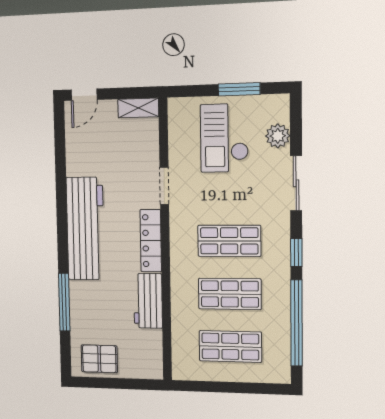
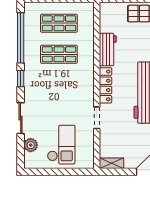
window: (239, 89) -> (52, 172), removed
shop shelf: (229, 241) -> (59, 85), removed

